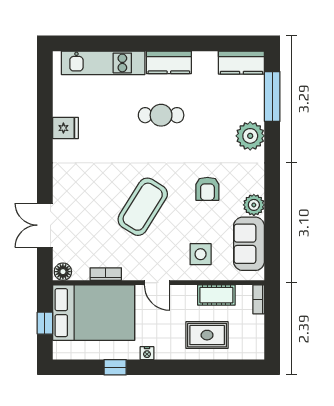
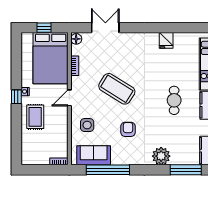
armchair: (207, 189) -> (128, 129), turned 90
plant: (254, 205) -> (118, 158), removed
window: (272, 221) -> (108, 170), added
cot: (216, 295) -> (62, 135), removed
rug: (207, 335) -> (35, 117), moved
window: (115, 367) -> (16, 97), moved

